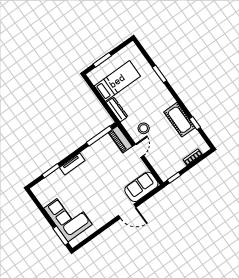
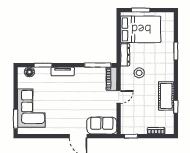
bed: (117, 81) -> (141, 29), width x1.50
stool: (144, 128) -> (139, 73), moved
floor lamp: (43, 186) -> (29, 72), added

